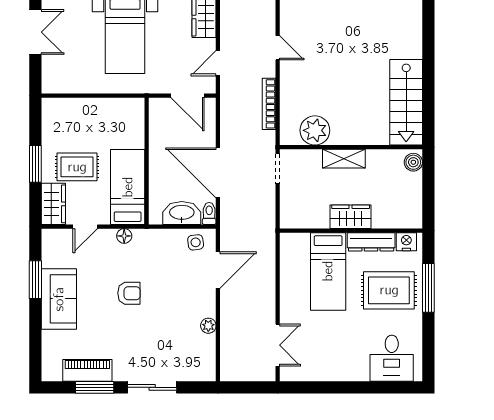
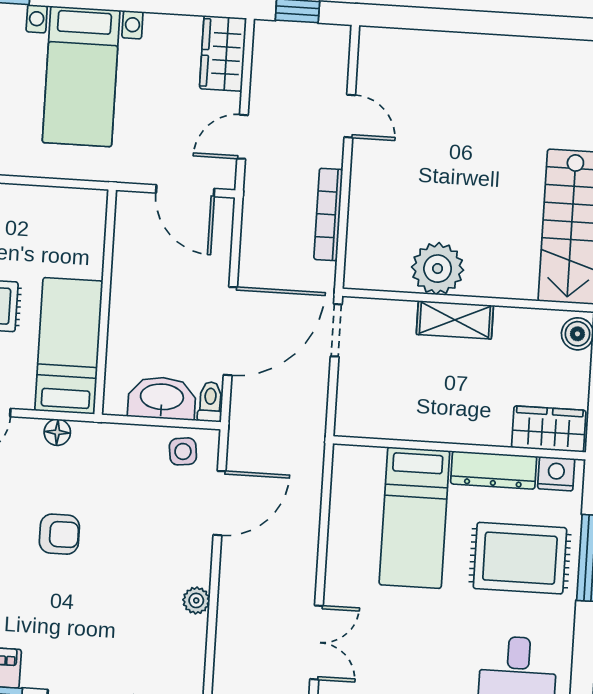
plant: (315, 130) -> (438, 269), moved
door: (218, 173) -> (230, 331), swing flipped
wardrobe: (351, 217) -> (549, 429), moved

